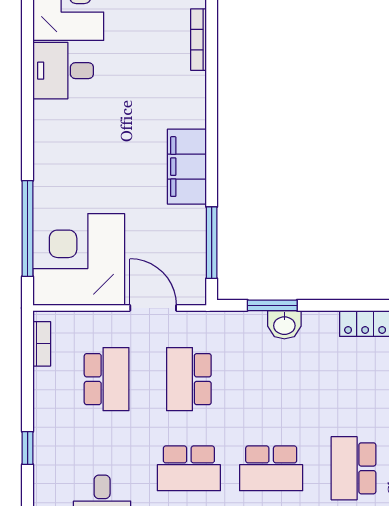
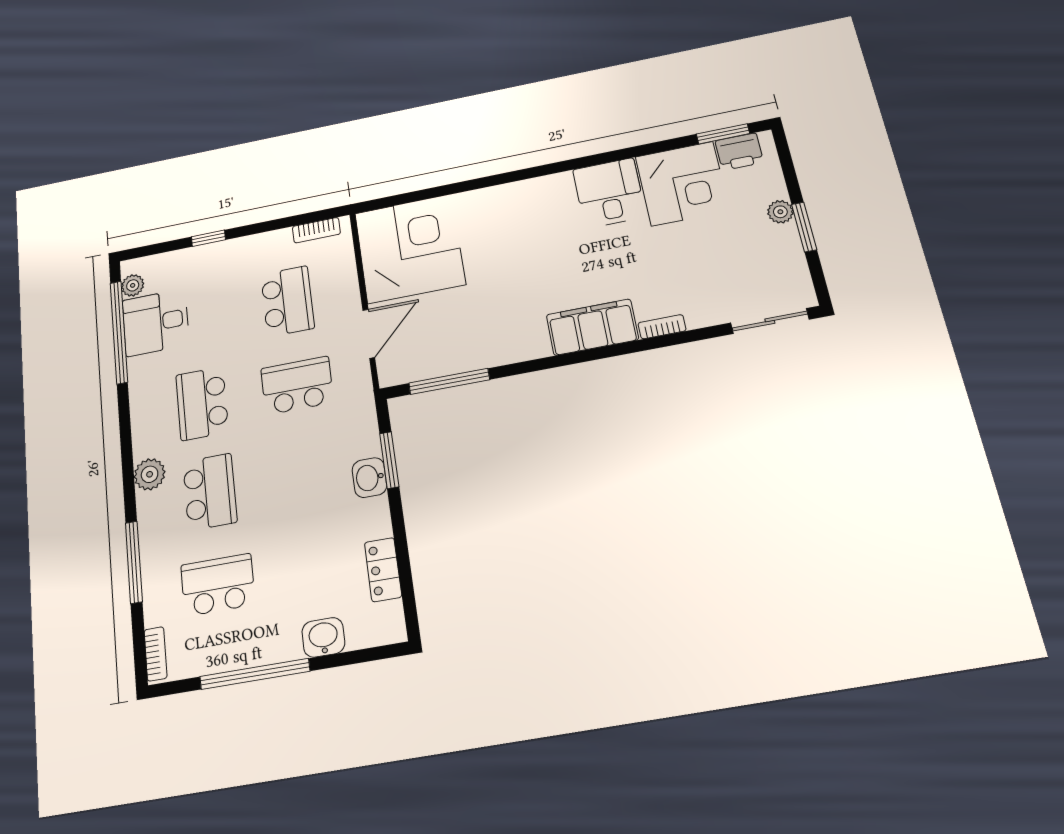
bookcase: (198, 40) -> (662, 327), width x0.64
filing cabinet: (187, 167) -> (592, 327), moved
window: (28, 228) -> (434, 192), removed
school desk: (107, 379) -> (287, 301), turned -90
school desk: (271, 468) -> (210, 492), turned 180

